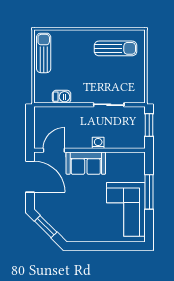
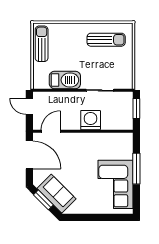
barbecue: (62, 97) -> (65, 80), width x1.88, depth x1.53
door: (30, 123) -> (29, 106), added
washing machine: (98, 143) -> (91, 120), width x1.89, depth x1.89
sofa: (86, 163) -> (57, 194), moved, turned -135

